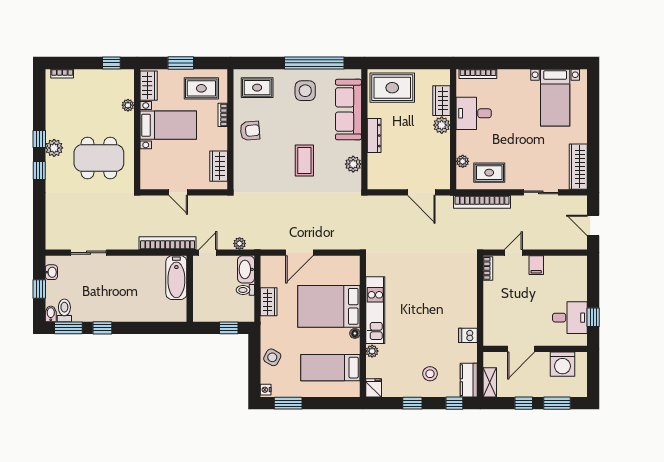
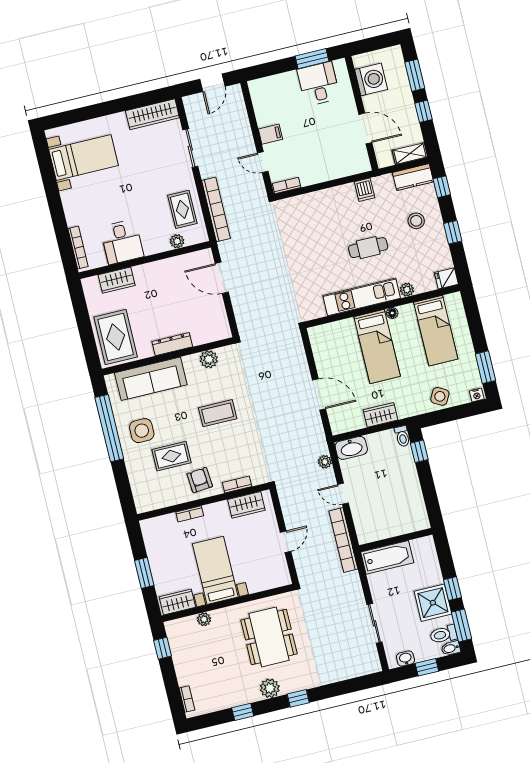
rug: (201, 88) -> (166, 544), removed
rug: (257, 88) -> (171, 456), moved, turned 90
plant: (442, 125) -> (143, 273), removed
window: (39, 139) -> (243, 712), moved
bookcase: (238, 162) -> (237, 484), added
door: (421, 192) -> (222, 278), swing flipped
bathtub: (176, 278) -> (387, 557), moved
wall: (190, 289) -> (396, 540), moved
toilet: (245, 290) -> (402, 436), moved
bed: (329, 306) -> (377, 346), width x0.67
shower: (94, 308) -> (433, 603), added
window: (593, 317) -> (312, 59), width x1.50
cafe table: (417, 326) -> (368, 248), added

